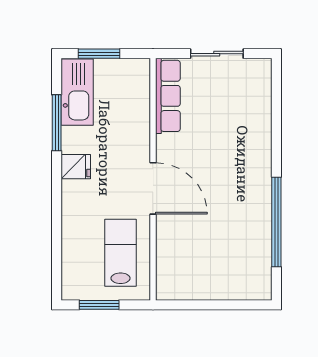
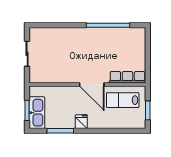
kitchen sink: (77, 92) -> (37, 113), moved, turned 90
row of seats: (168, 96) -> (127, 77), moved
door: (153, 188) -> (92, 84), swing flipped

